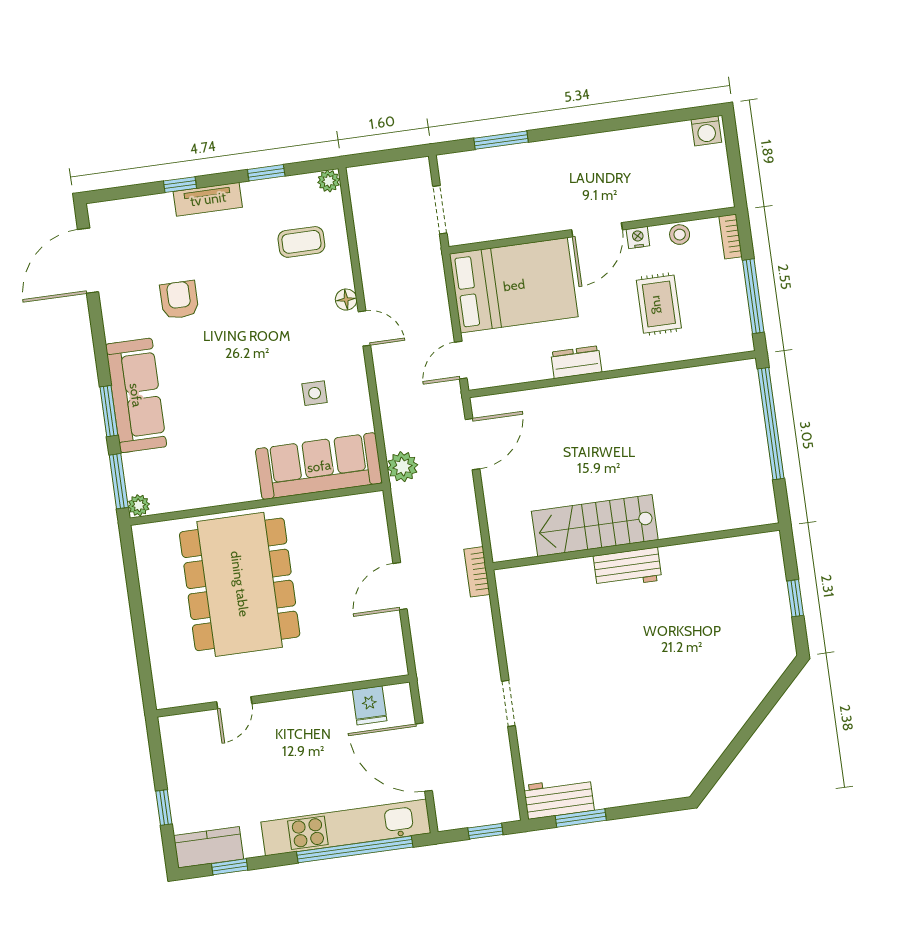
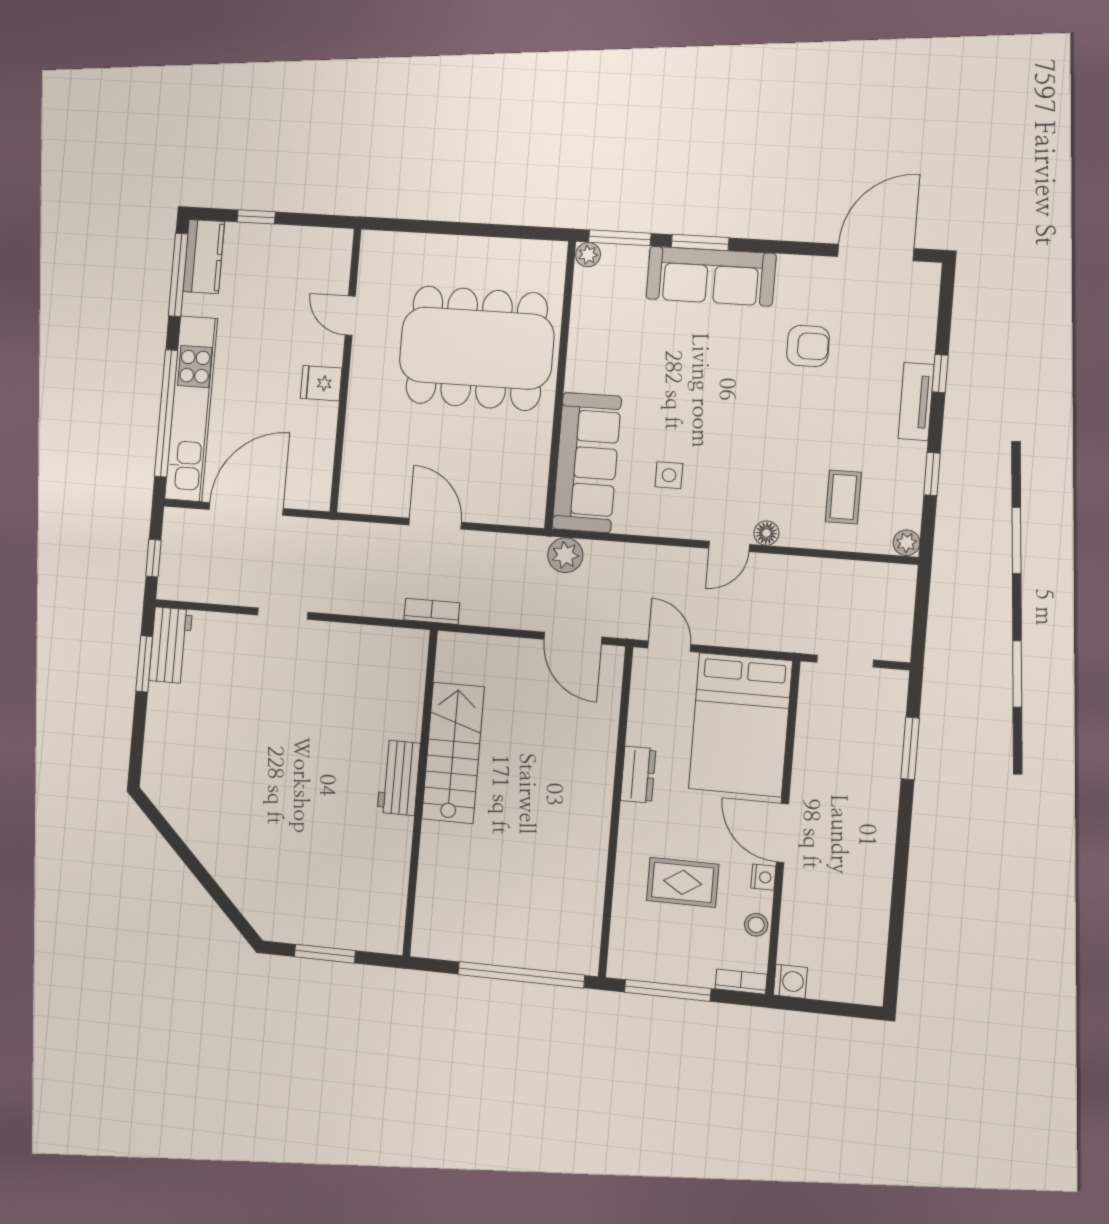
washing machine: (706, 131) -> (790, 981), moved, turned 180
door: (88, 261) -> (876, 253), hinge flipped
window: (795, 598) -> (325, 954), width x1.50
fridge: (370, 705) -> (321, 383), moved
window: (230, 867) -> (178, 275), width x2.17

